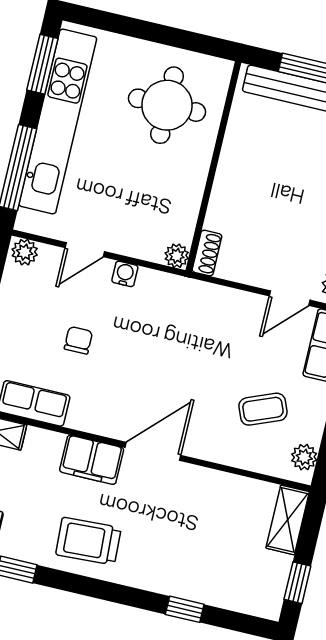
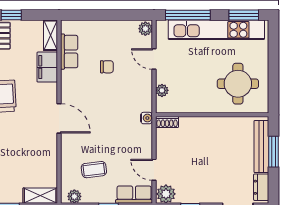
plant: (177, 256) -> (162, 90), moved
water cooler: (125, 274) -> (146, 118), moved
coffee table: (263, 409) -> (94, 170), turned -75
filing cabinet: (92, 460) -> (47, 67), moved

